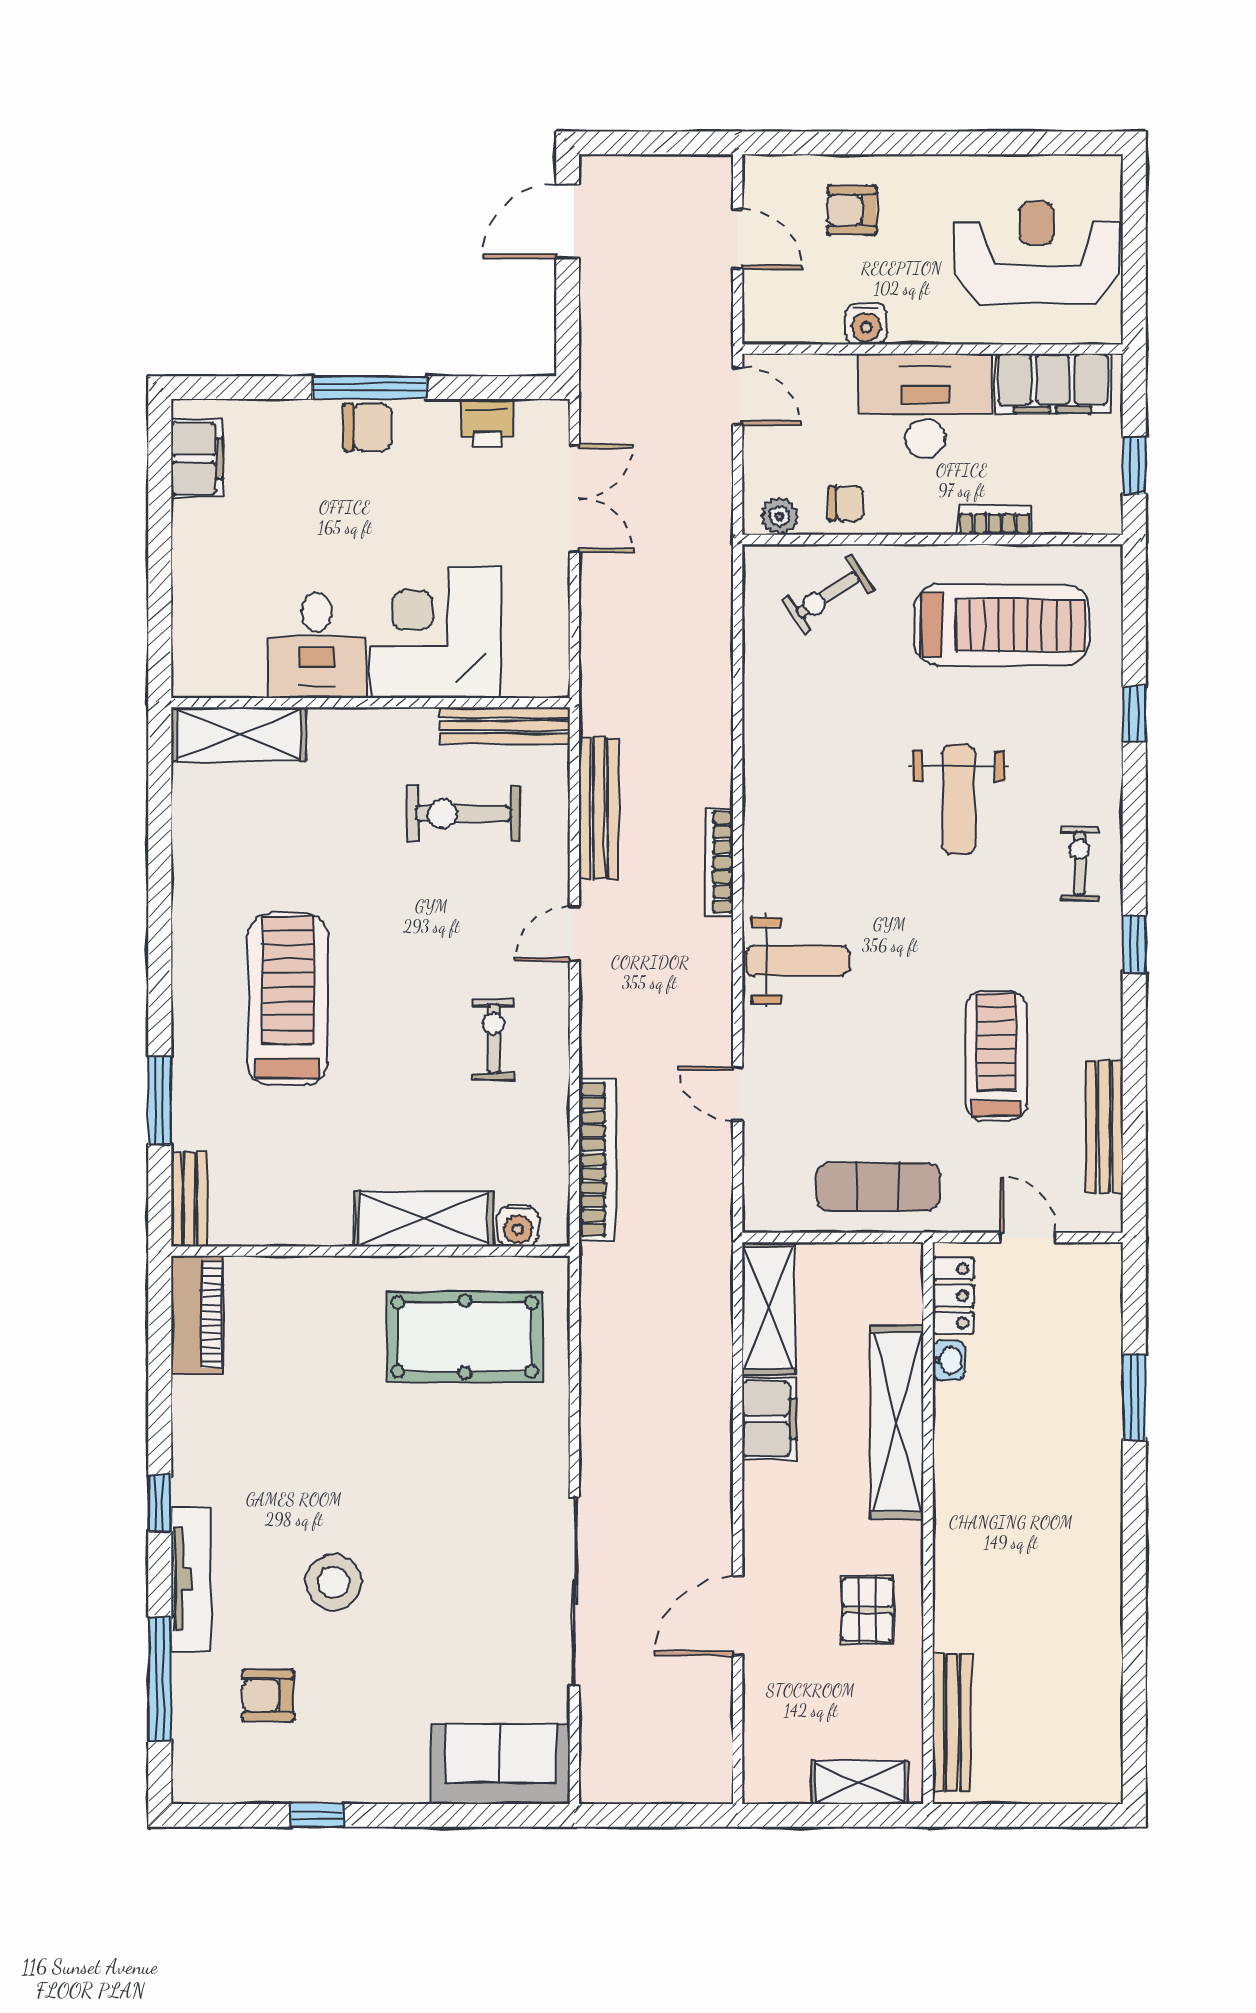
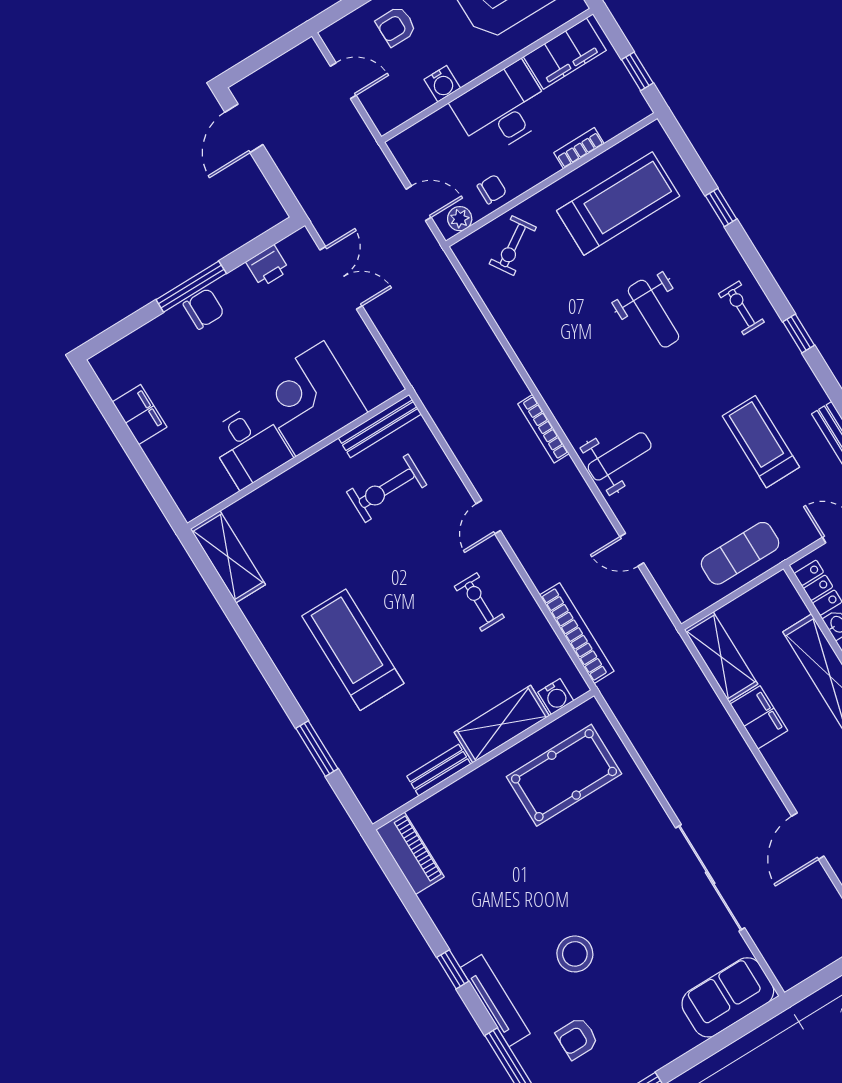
door: (738, 396) -> (419, 203), moved
filing cabinet: (197, 458) -> (140, 414), moved
shelving: (239, 734) -> (228, 557), moved, turned 90
bench: (599, 808) -> (459, 440), removed
bench: (189, 1199) -> (439, 770), moved, turned 90

